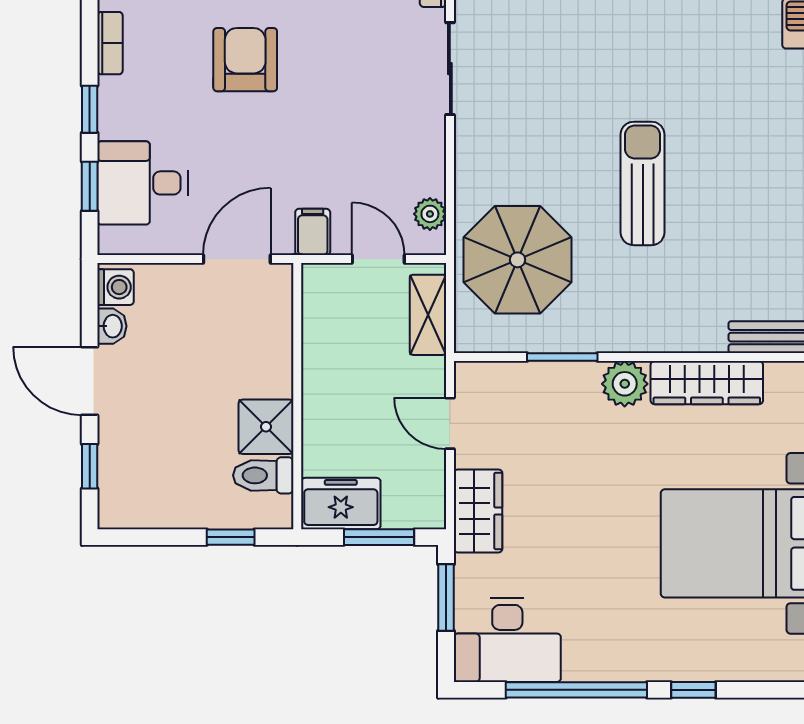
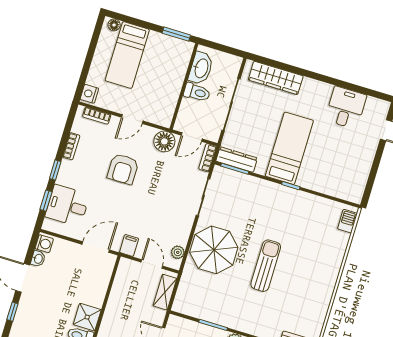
armchair: (245, 60) -> (123, 169), turned 180
parasol: (518, 260) -> (214, 250), moved

